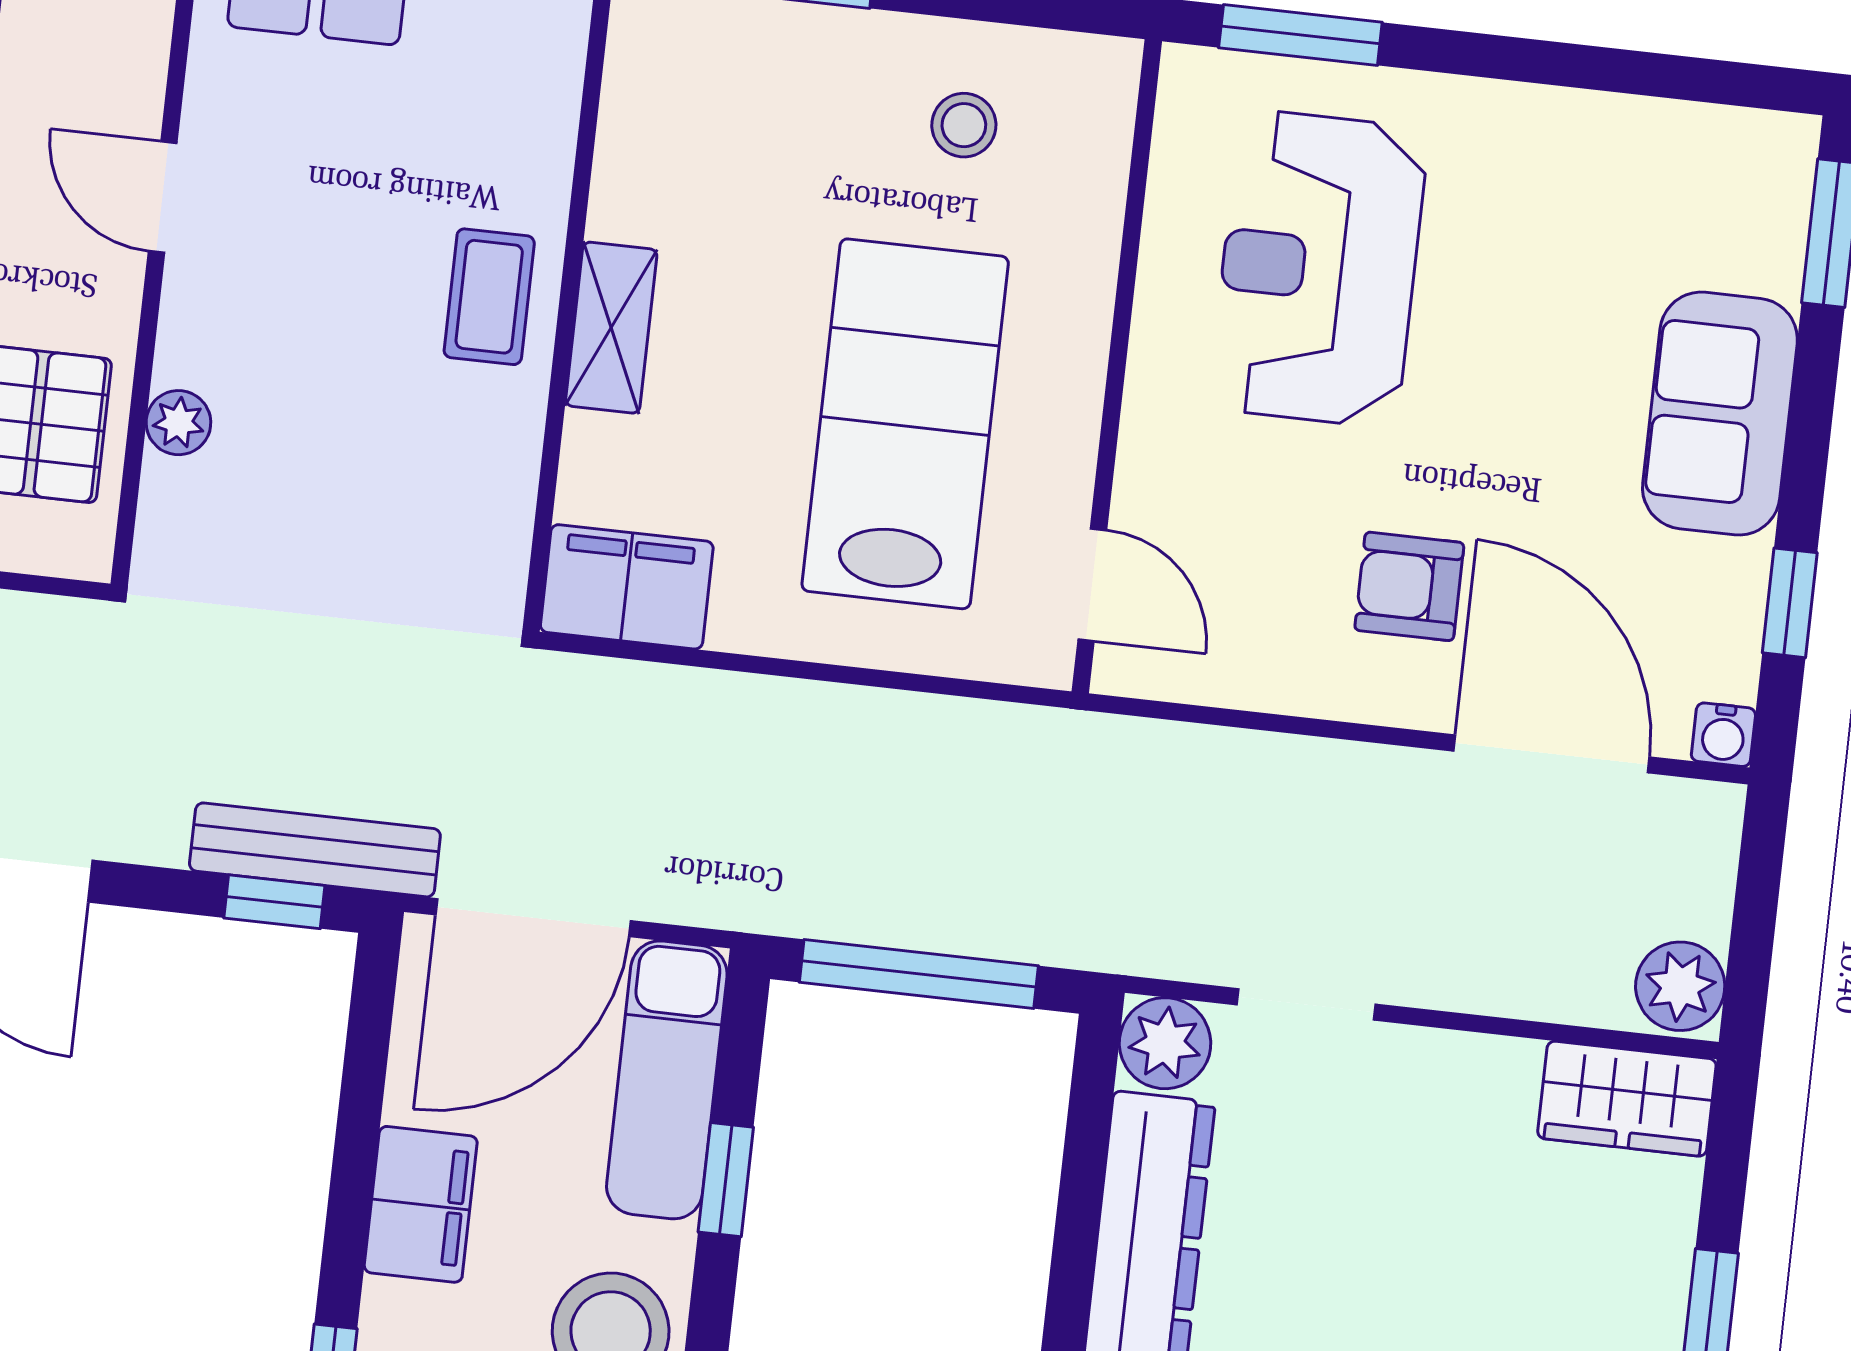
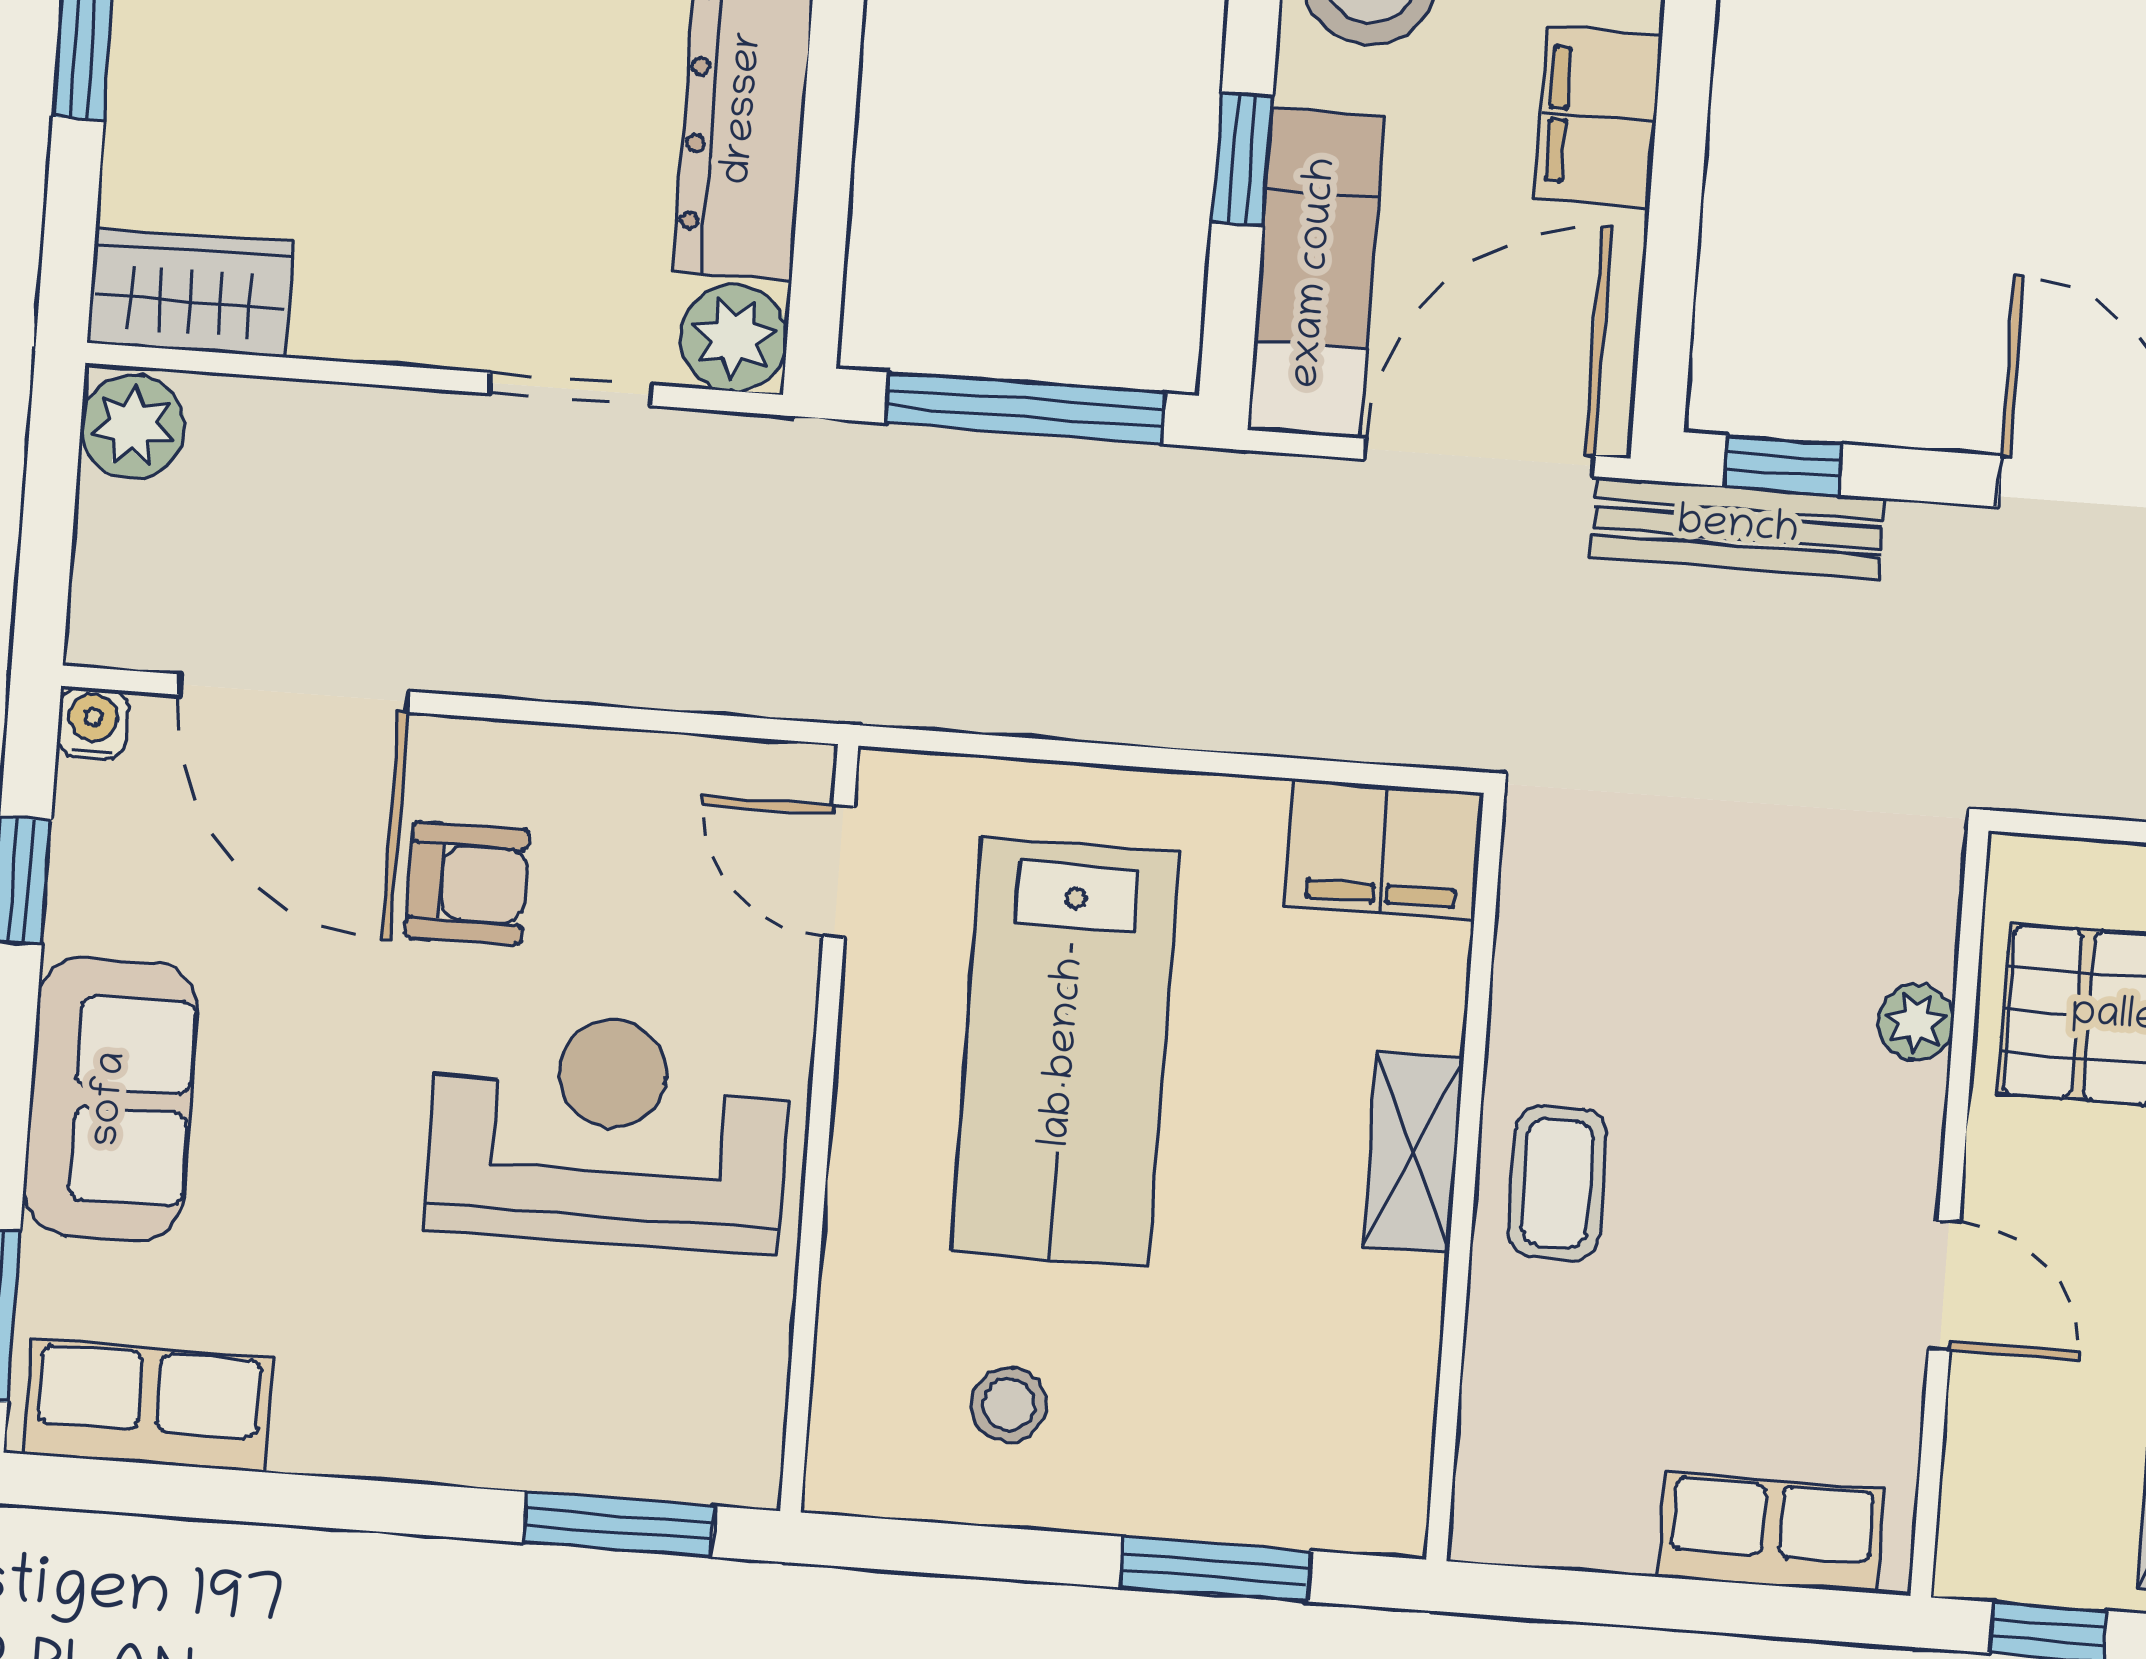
row of seats: (1697, 151) -> (148, 1405), added
reception desk: (1319, 268) -> (608, 1132), moved, turned -90

